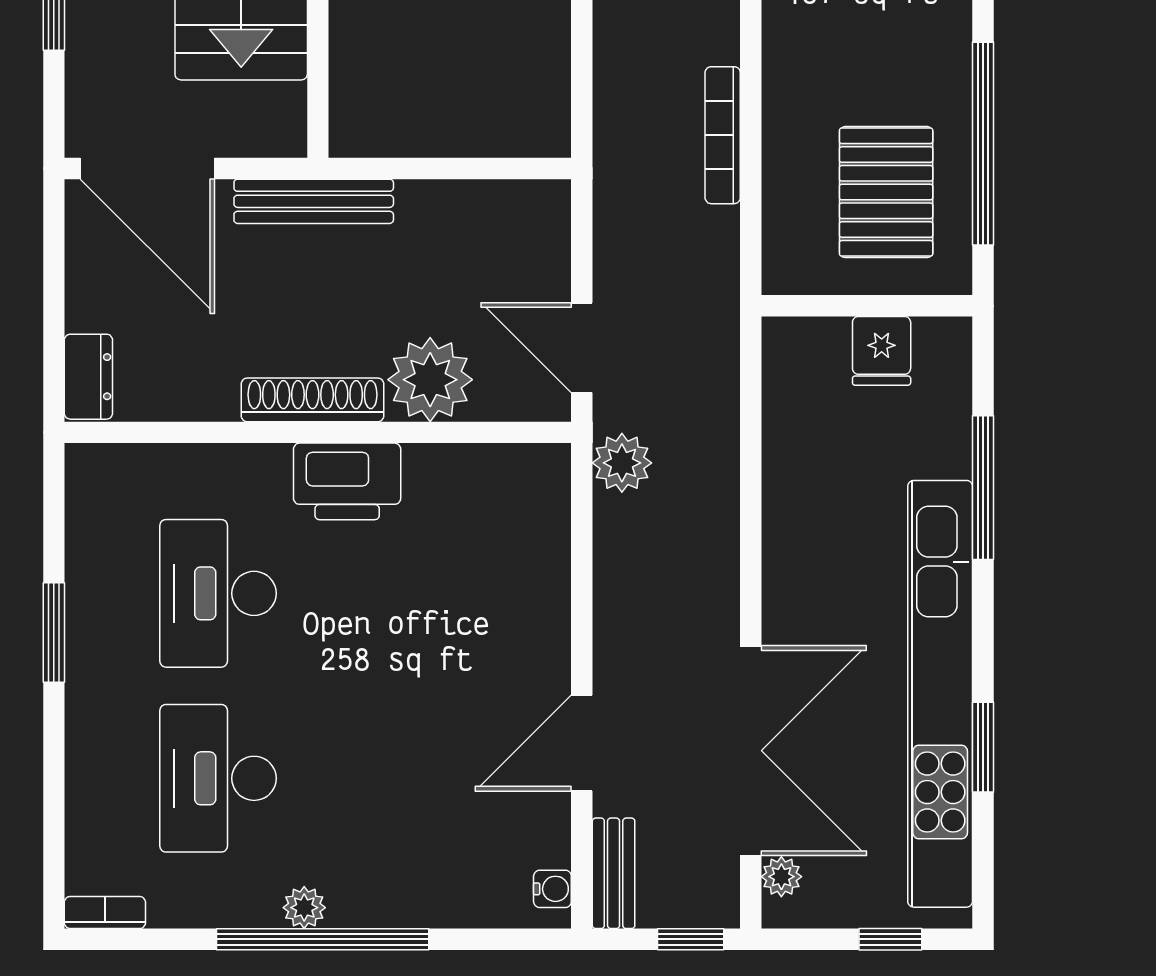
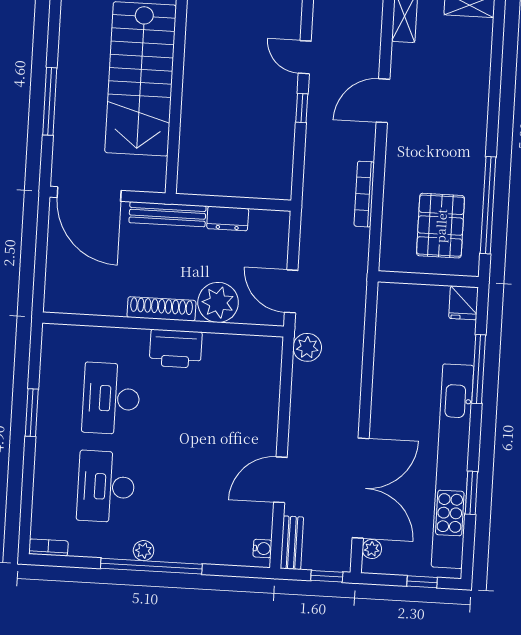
fridge: (882, 351) -> (463, 303), moved
dresser: (88, 377) -> (228, 219), moved, turned 90

